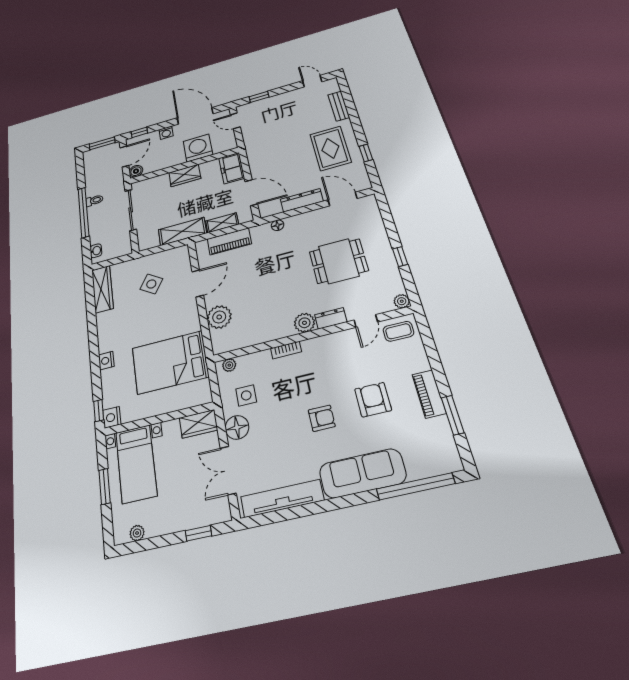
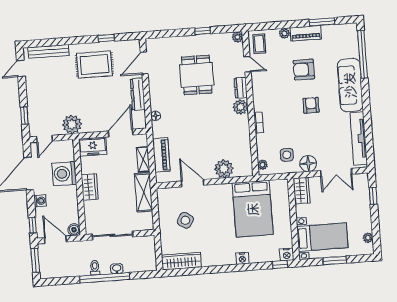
bench: (339, 106) -> (49, 51), width x1.36
plant: (255, 143) -> (72, 124), added
washbasin: (96, 251) -> (117, 269), moved
plant: (422, 363) -> (284, 33), added

